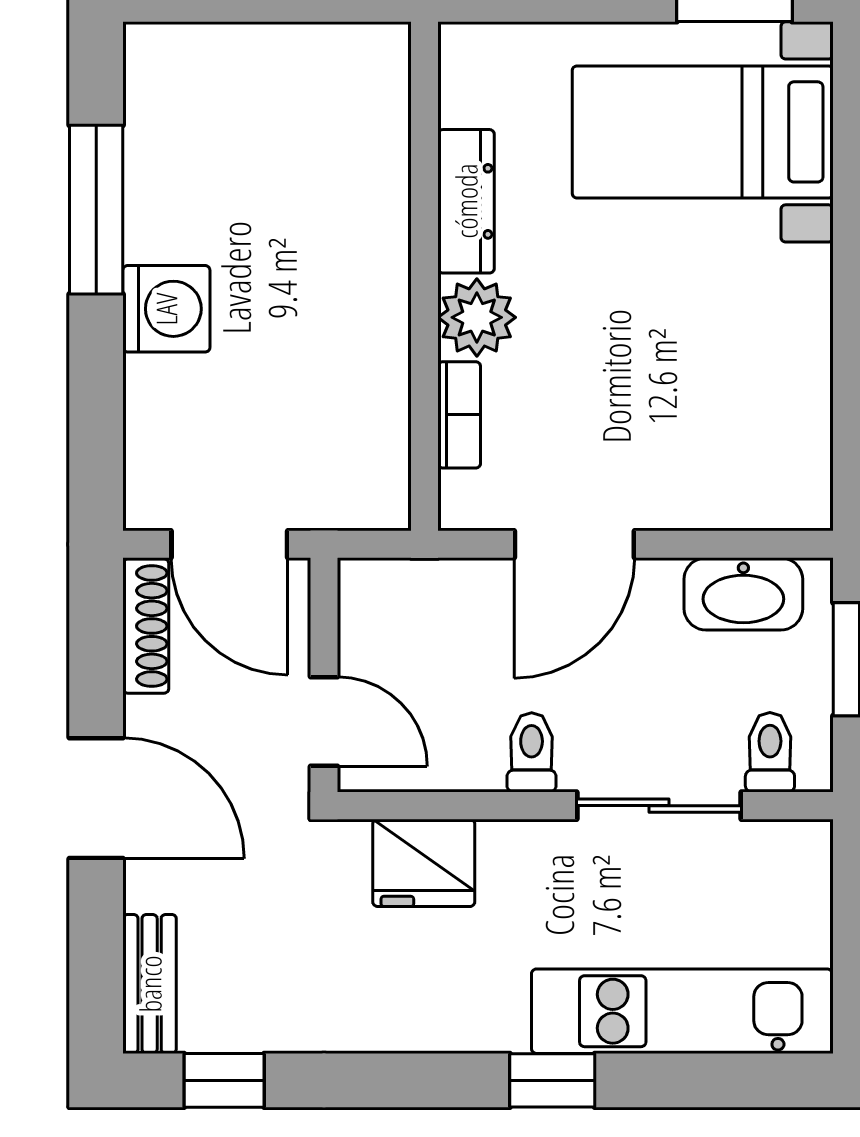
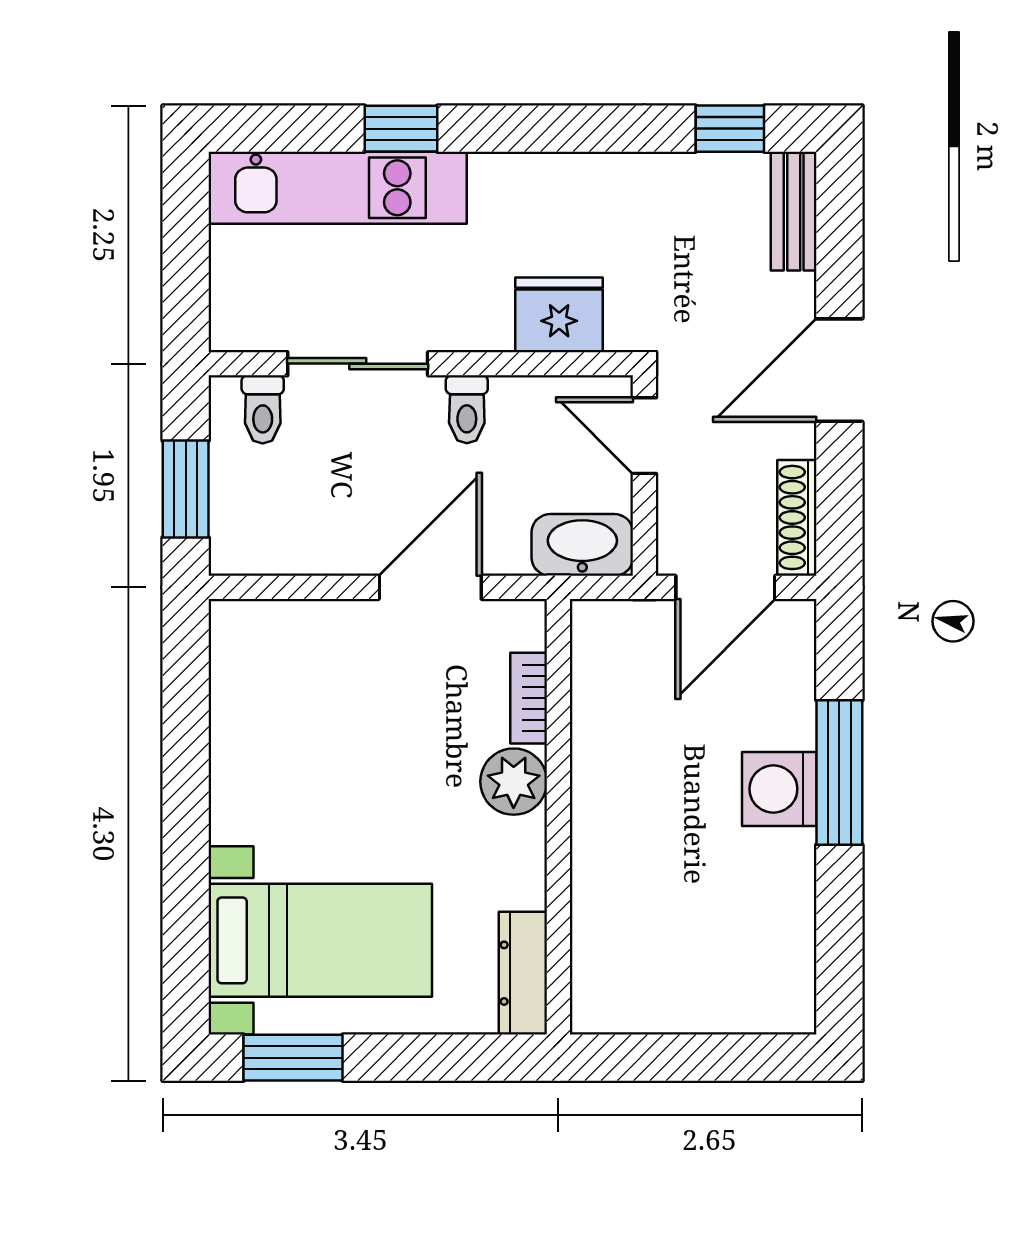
dresser: (466, 201) -> (523, 973), moved
window: (96, 210) -> (839, 772), moved
door: (229, 544) -> (725, 587), swing flipped
washbasin: (743, 594) -> (582, 545), moved
door: (96, 798) -> (839, 370), hinge flipped
window: (552, 1080) -> (401, 129), moved

